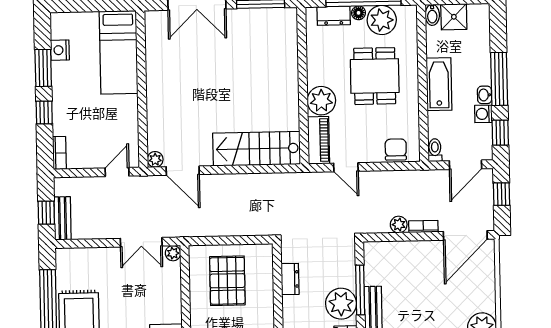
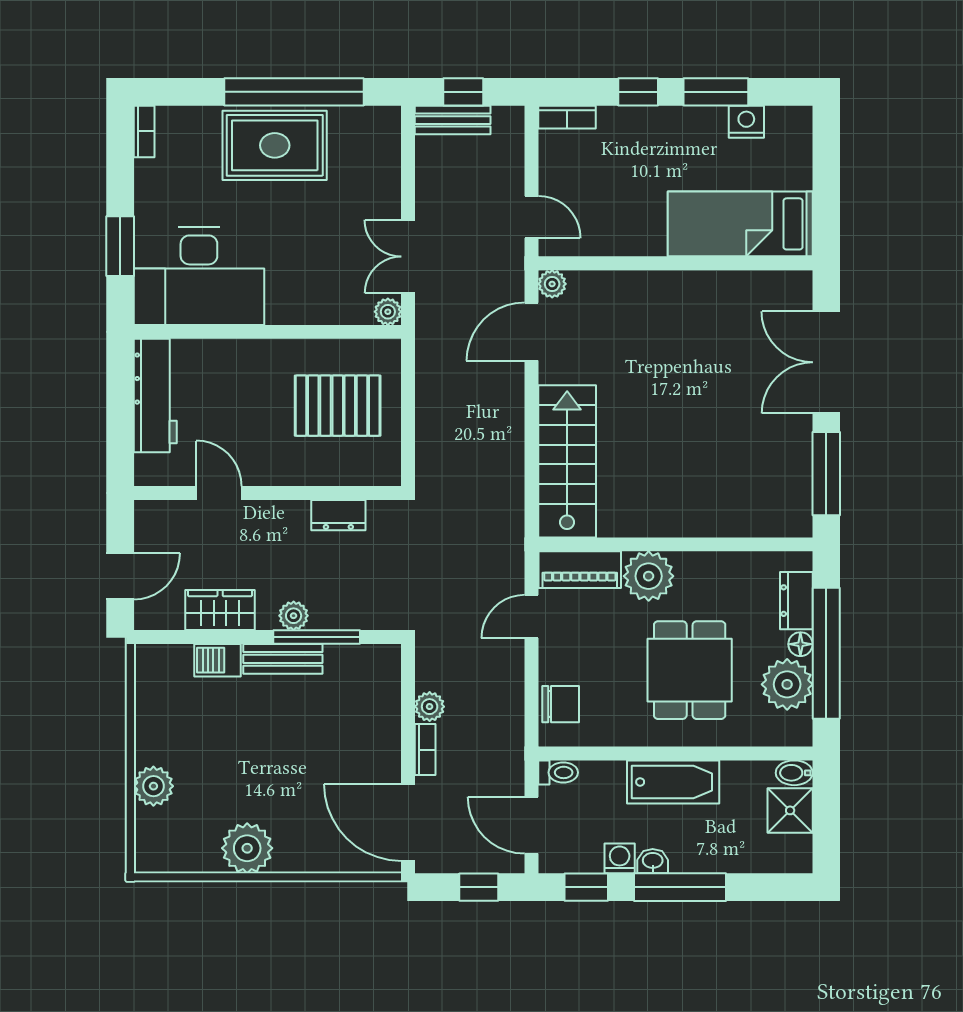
dining table: (375, 76) -> (690, 670), turned 90
plant: (341, 304) -> (294, 616), width x0.53, depth x0.53

